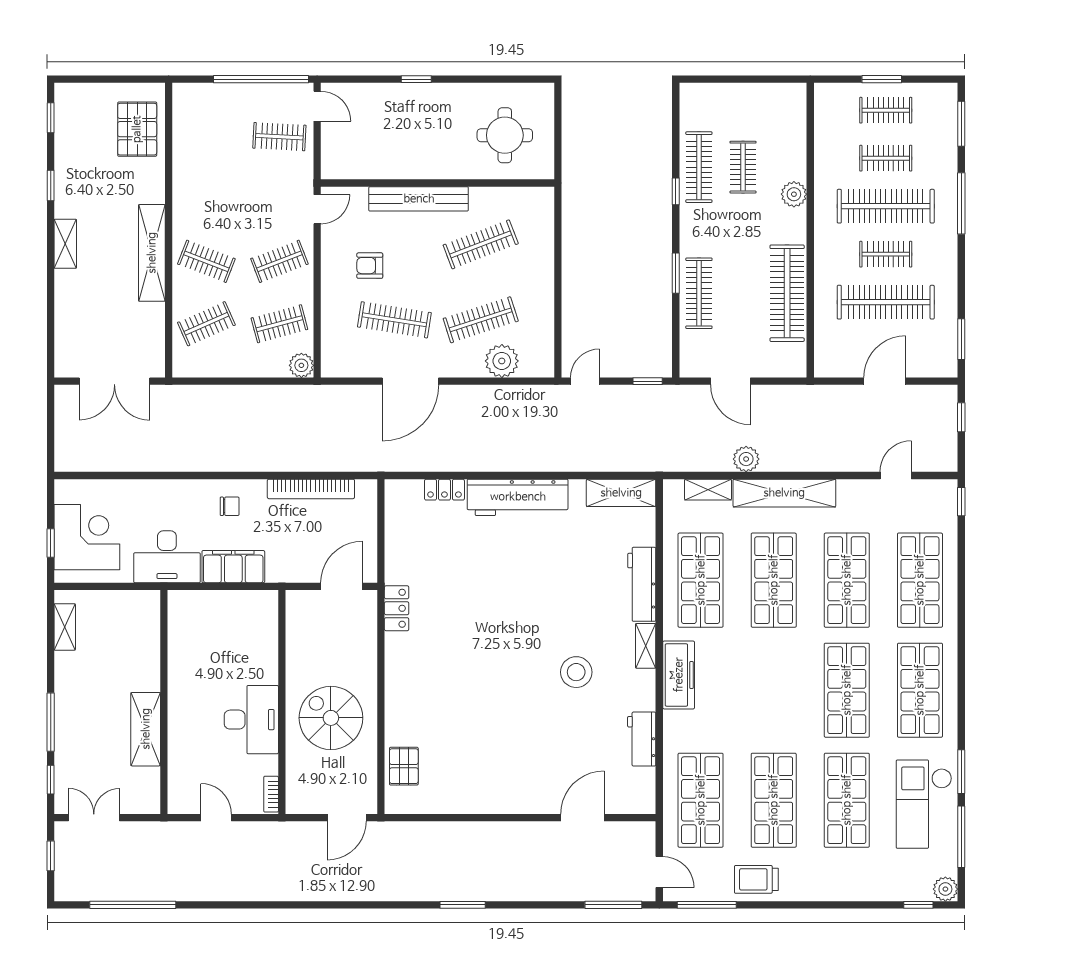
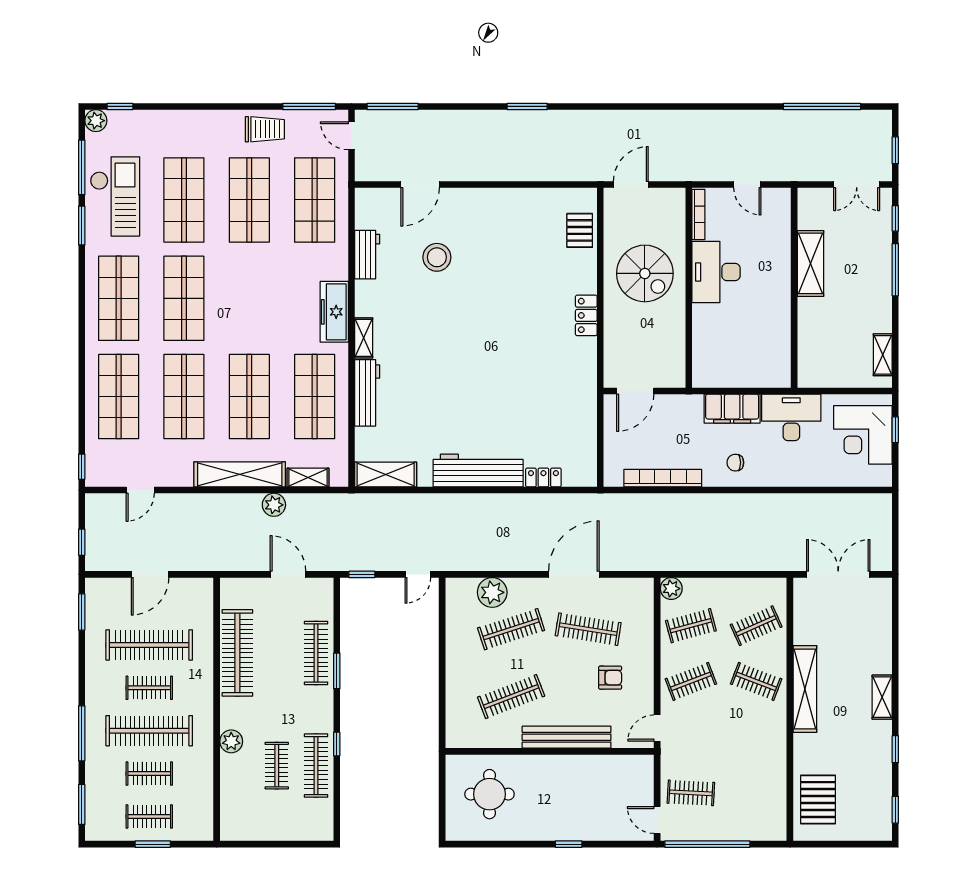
locker: (397, 608) -> (586, 315), moved
stool: (576, 672) -> (437, 257), moved
bookcase: (271, 794) -> (698, 214), width x1.56

